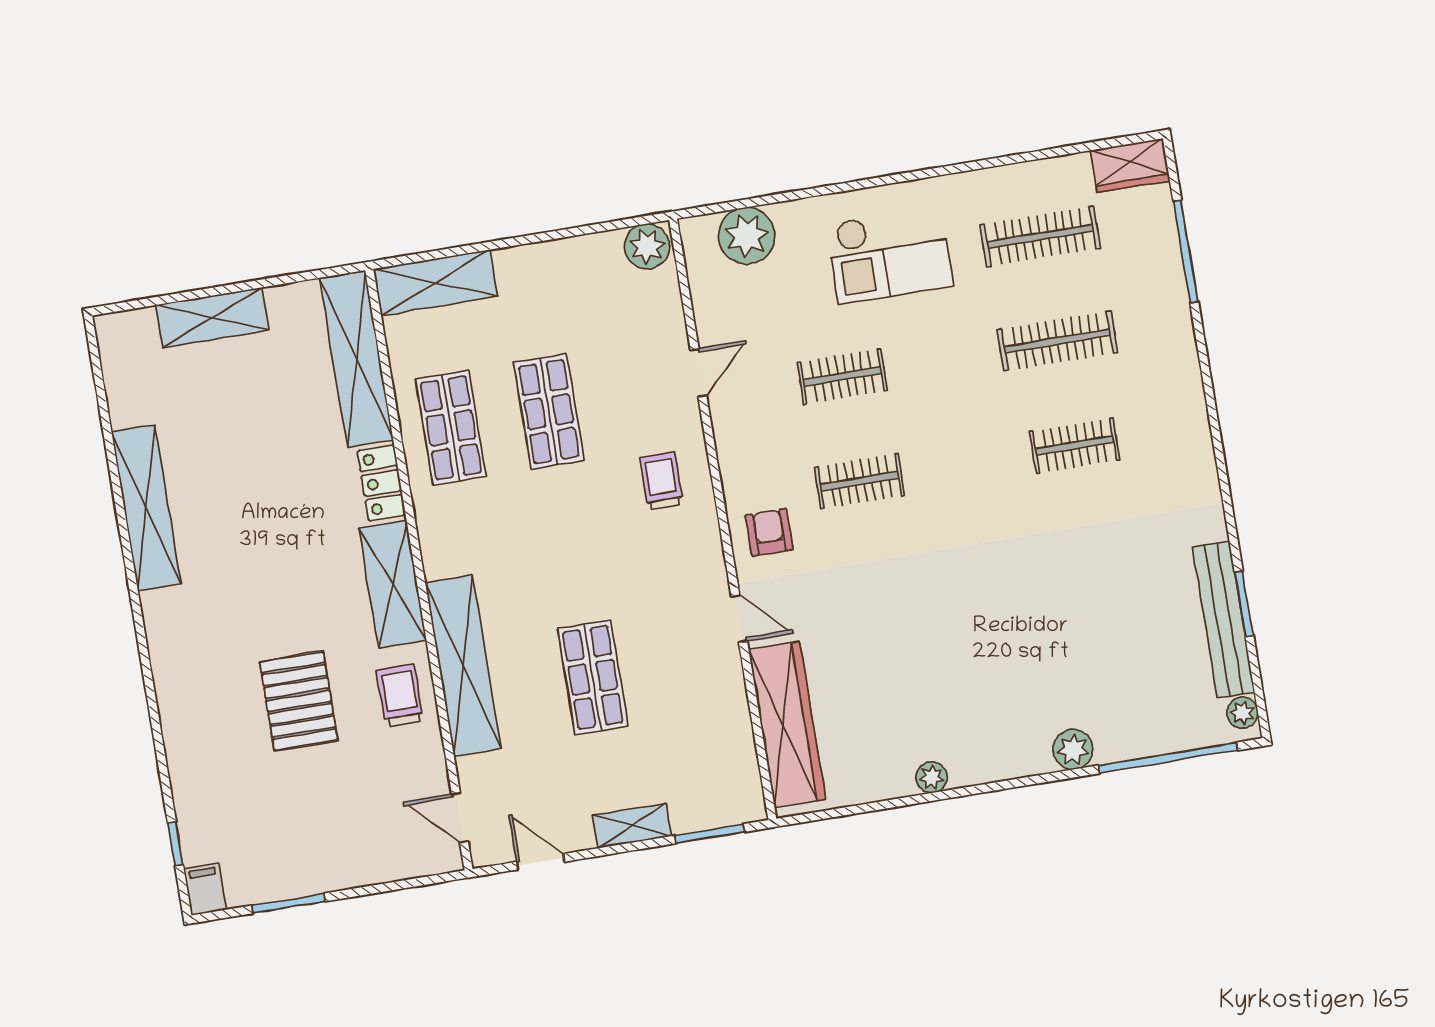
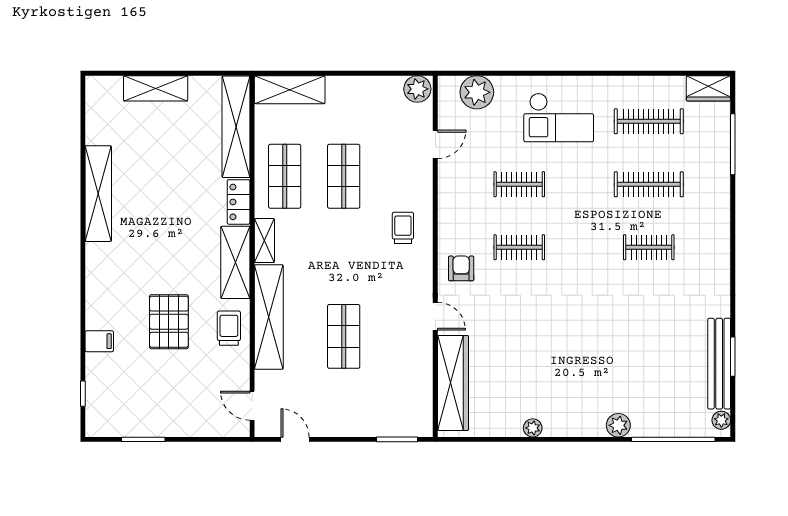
door: (699, 373) -> (435, 144), moved
shelving: (632, 826) -> (264, 241), moved, turned 90
filing cabinet: (205, 889) -> (99, 341), moved, turned 90

